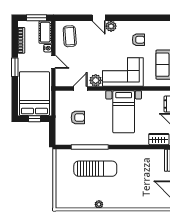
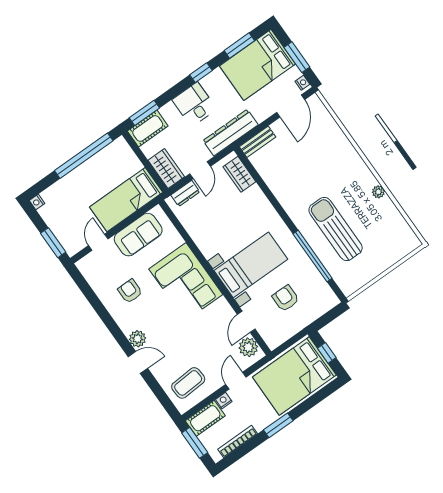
door: (99, 18) -> (138, 362), hinge flipped
plant: (96, 80) -> (248, 347), moved
door: (80, 89) -> (246, 322), hinge flipped
bed with nightstands: (124, 112) -> (251, 265), moved

